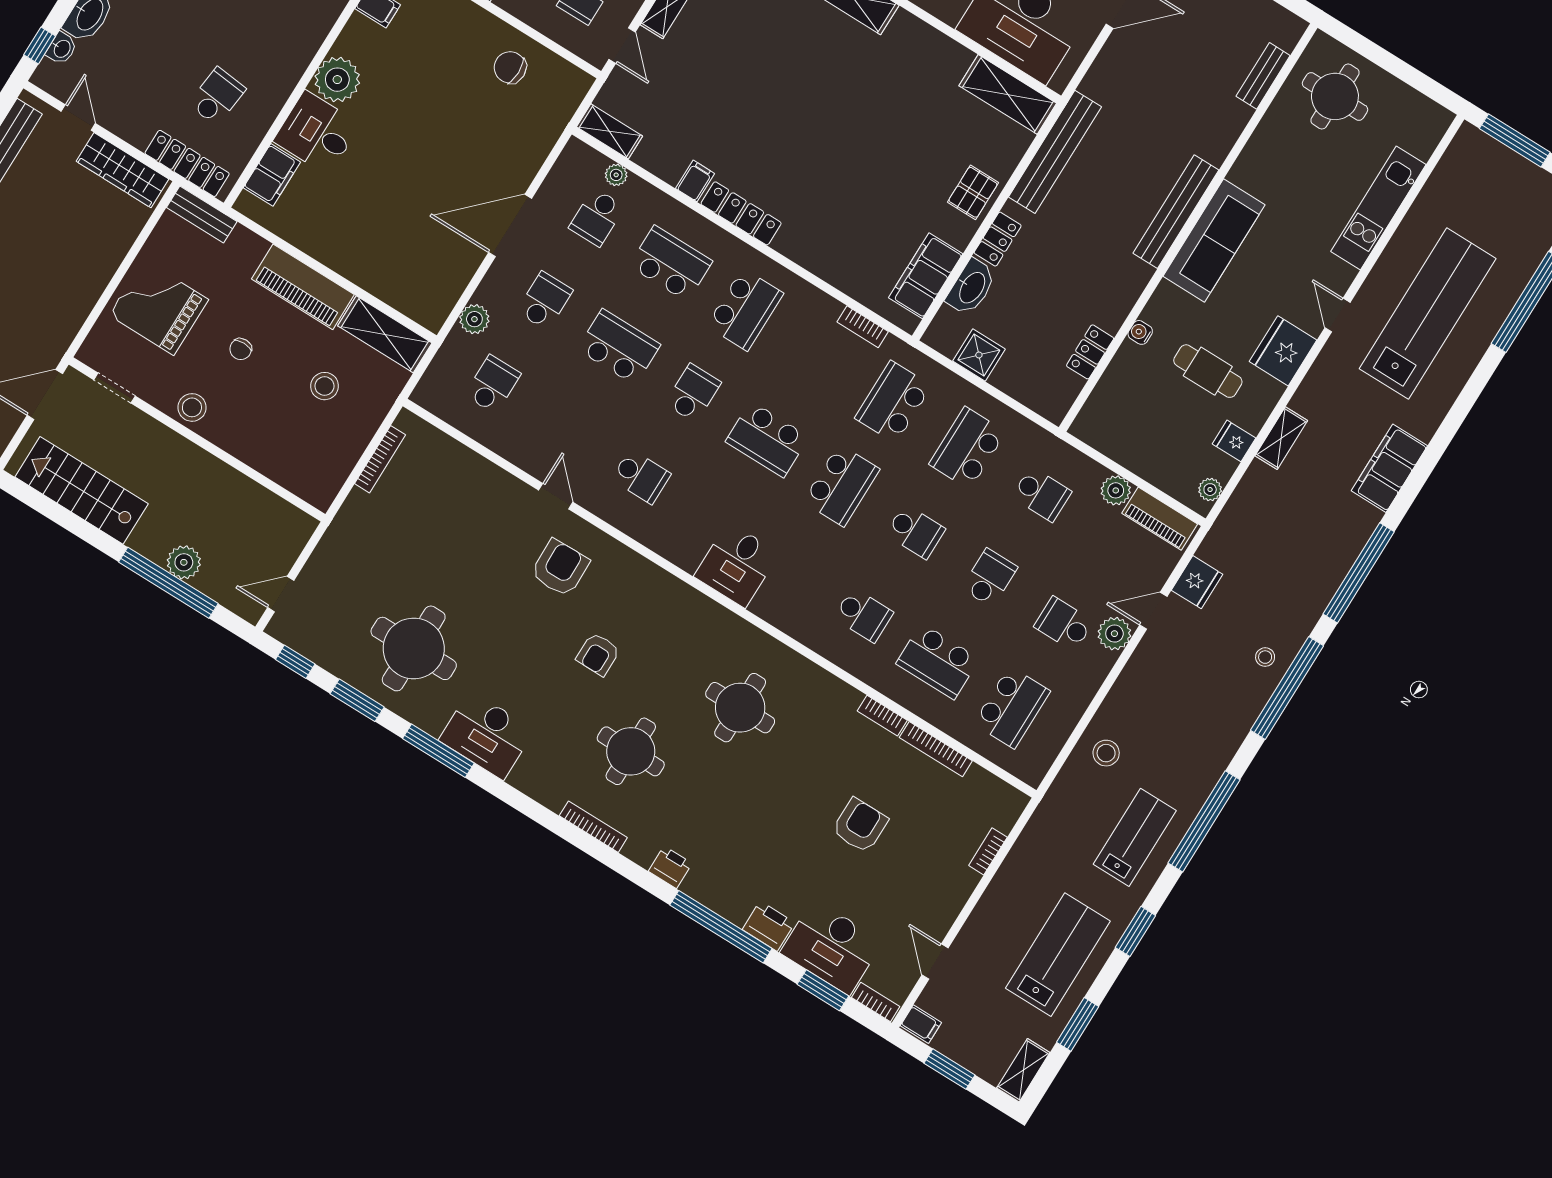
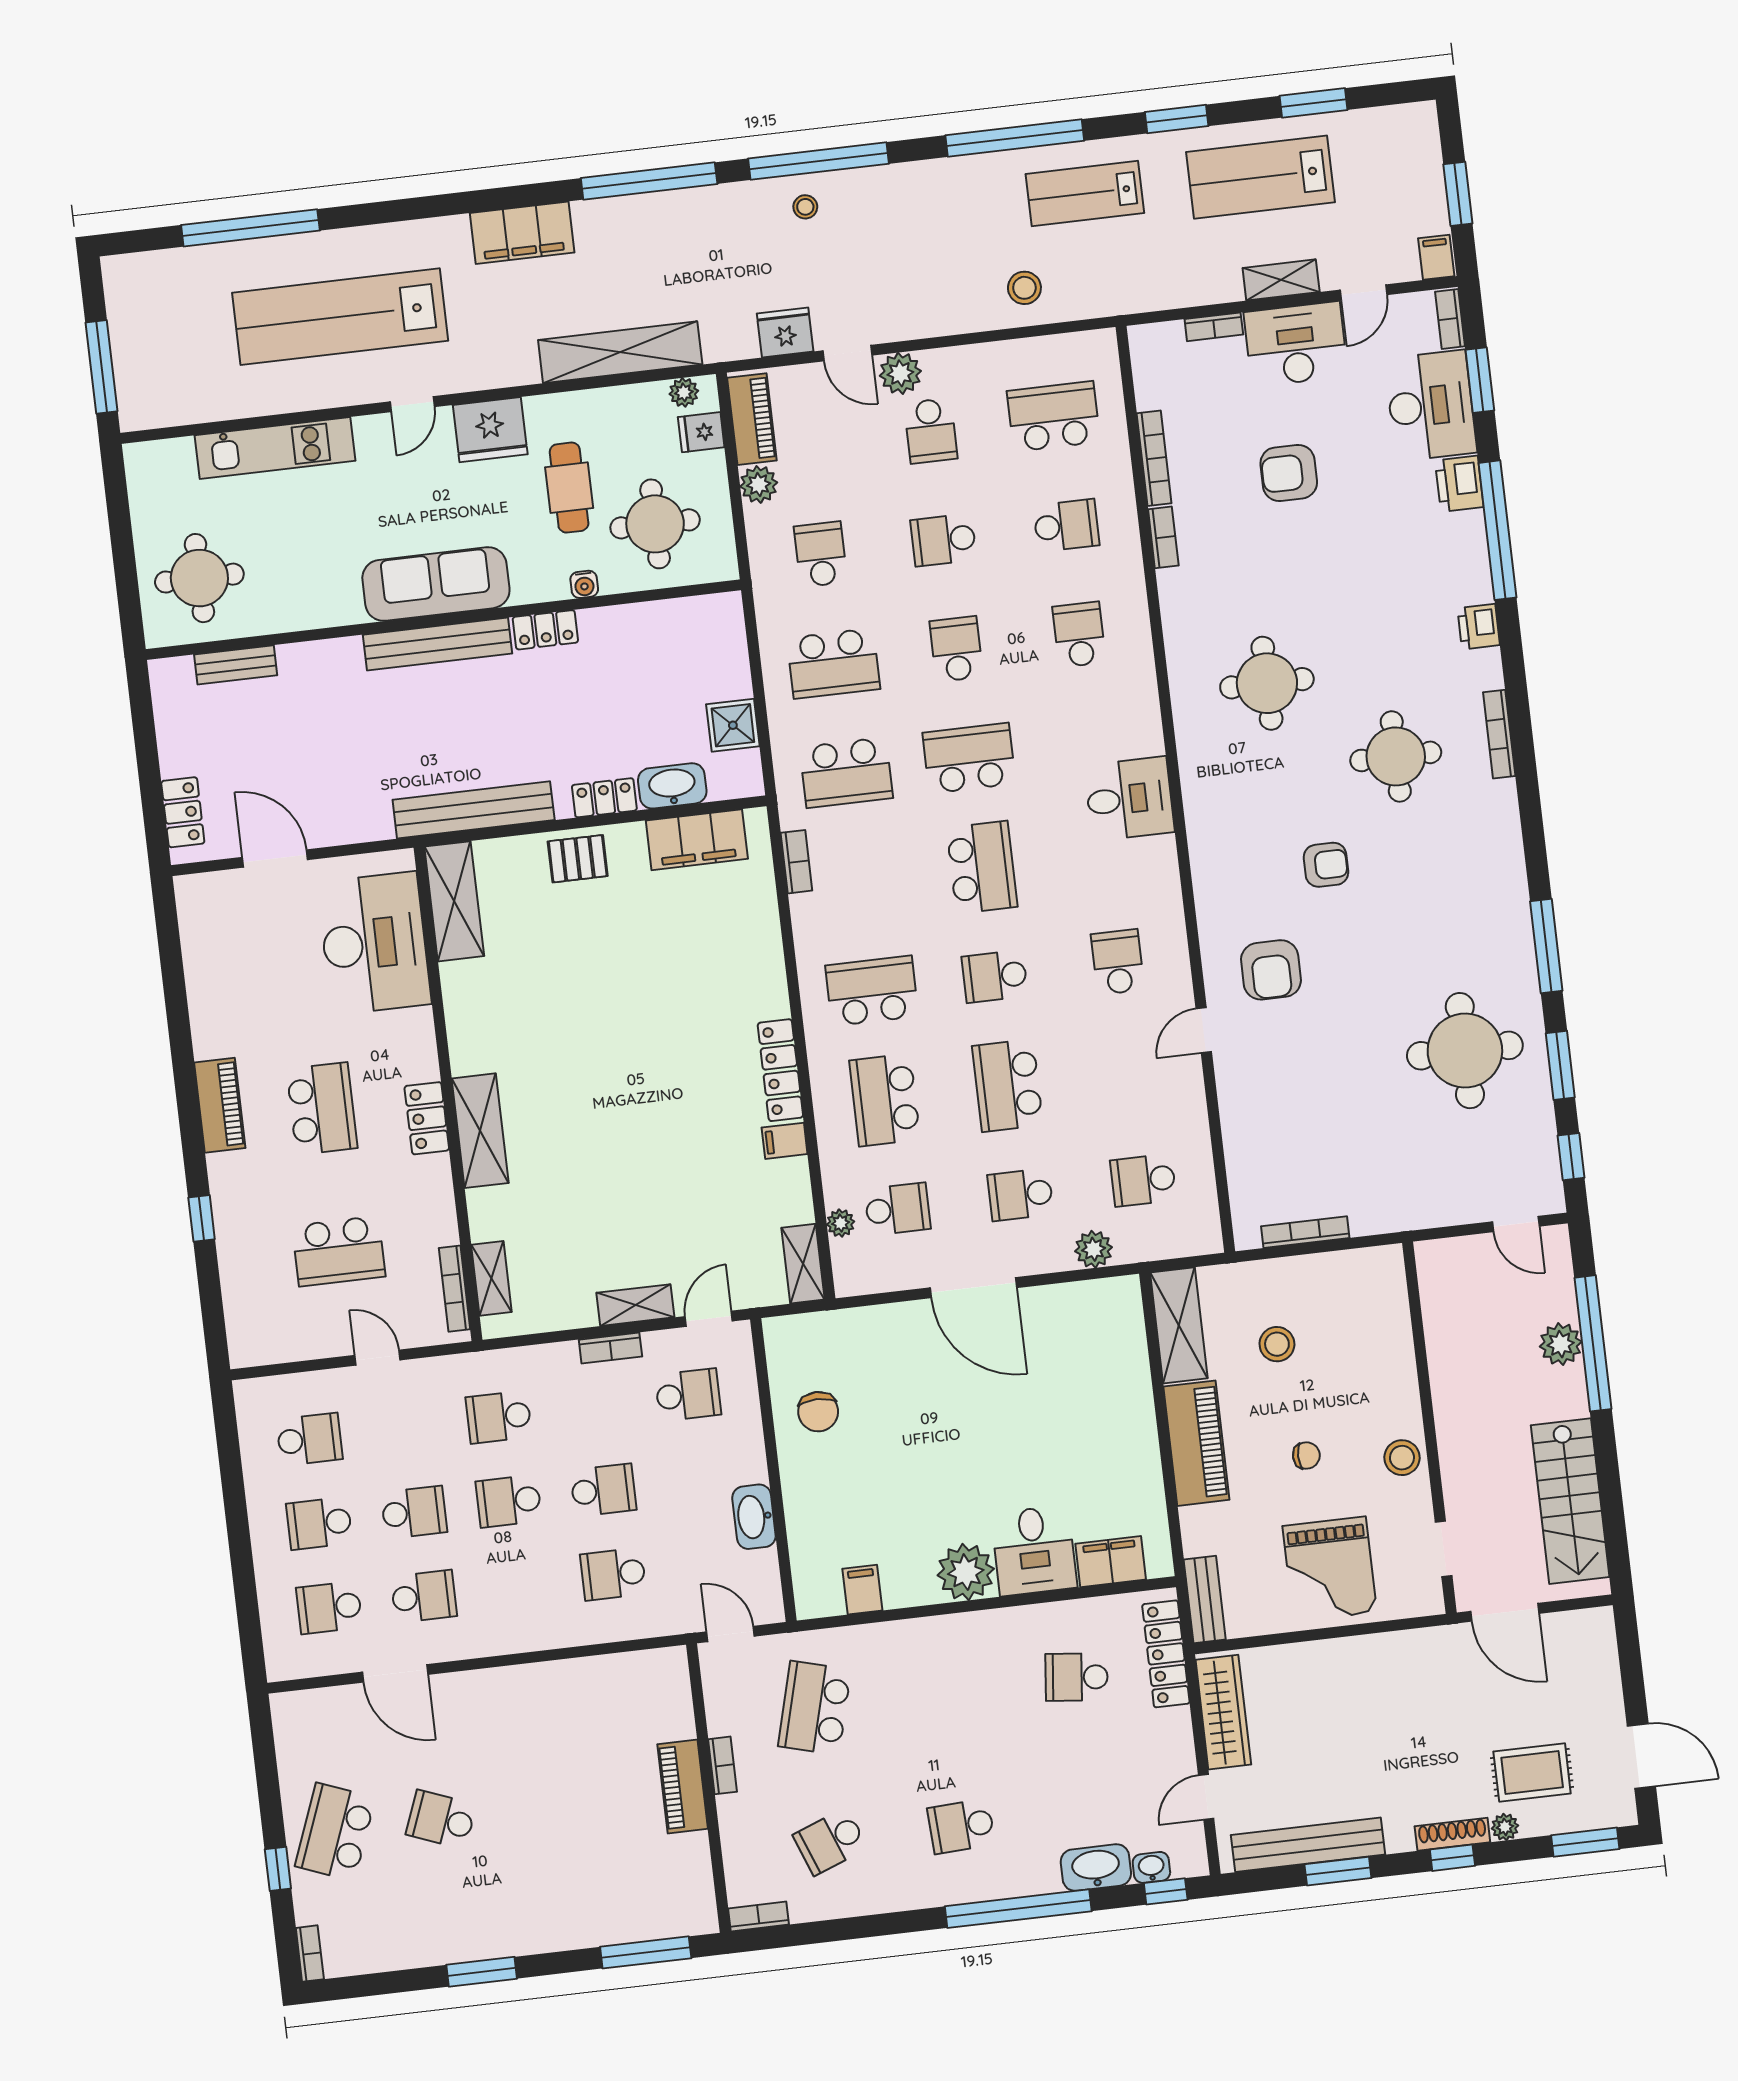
locker: (1090, 352) -> (545, 630), moved
round table: (1143, 406) -> (655, 524), added
shelving: (1281, 438) -> (620, 352), width x2.20, depth x1.33
fridge: (1234, 441) -> (701, 432), moved, turned 90
armchair: (560, 568) -> (1271, 970), turned -89
school desk: (938, 661) -> (1066, 525), width x0.54
desk: (487, 735) -> (1296, 344), moved, turned -90
shelving: (1023, 1070) -> (1281, 280), moved

